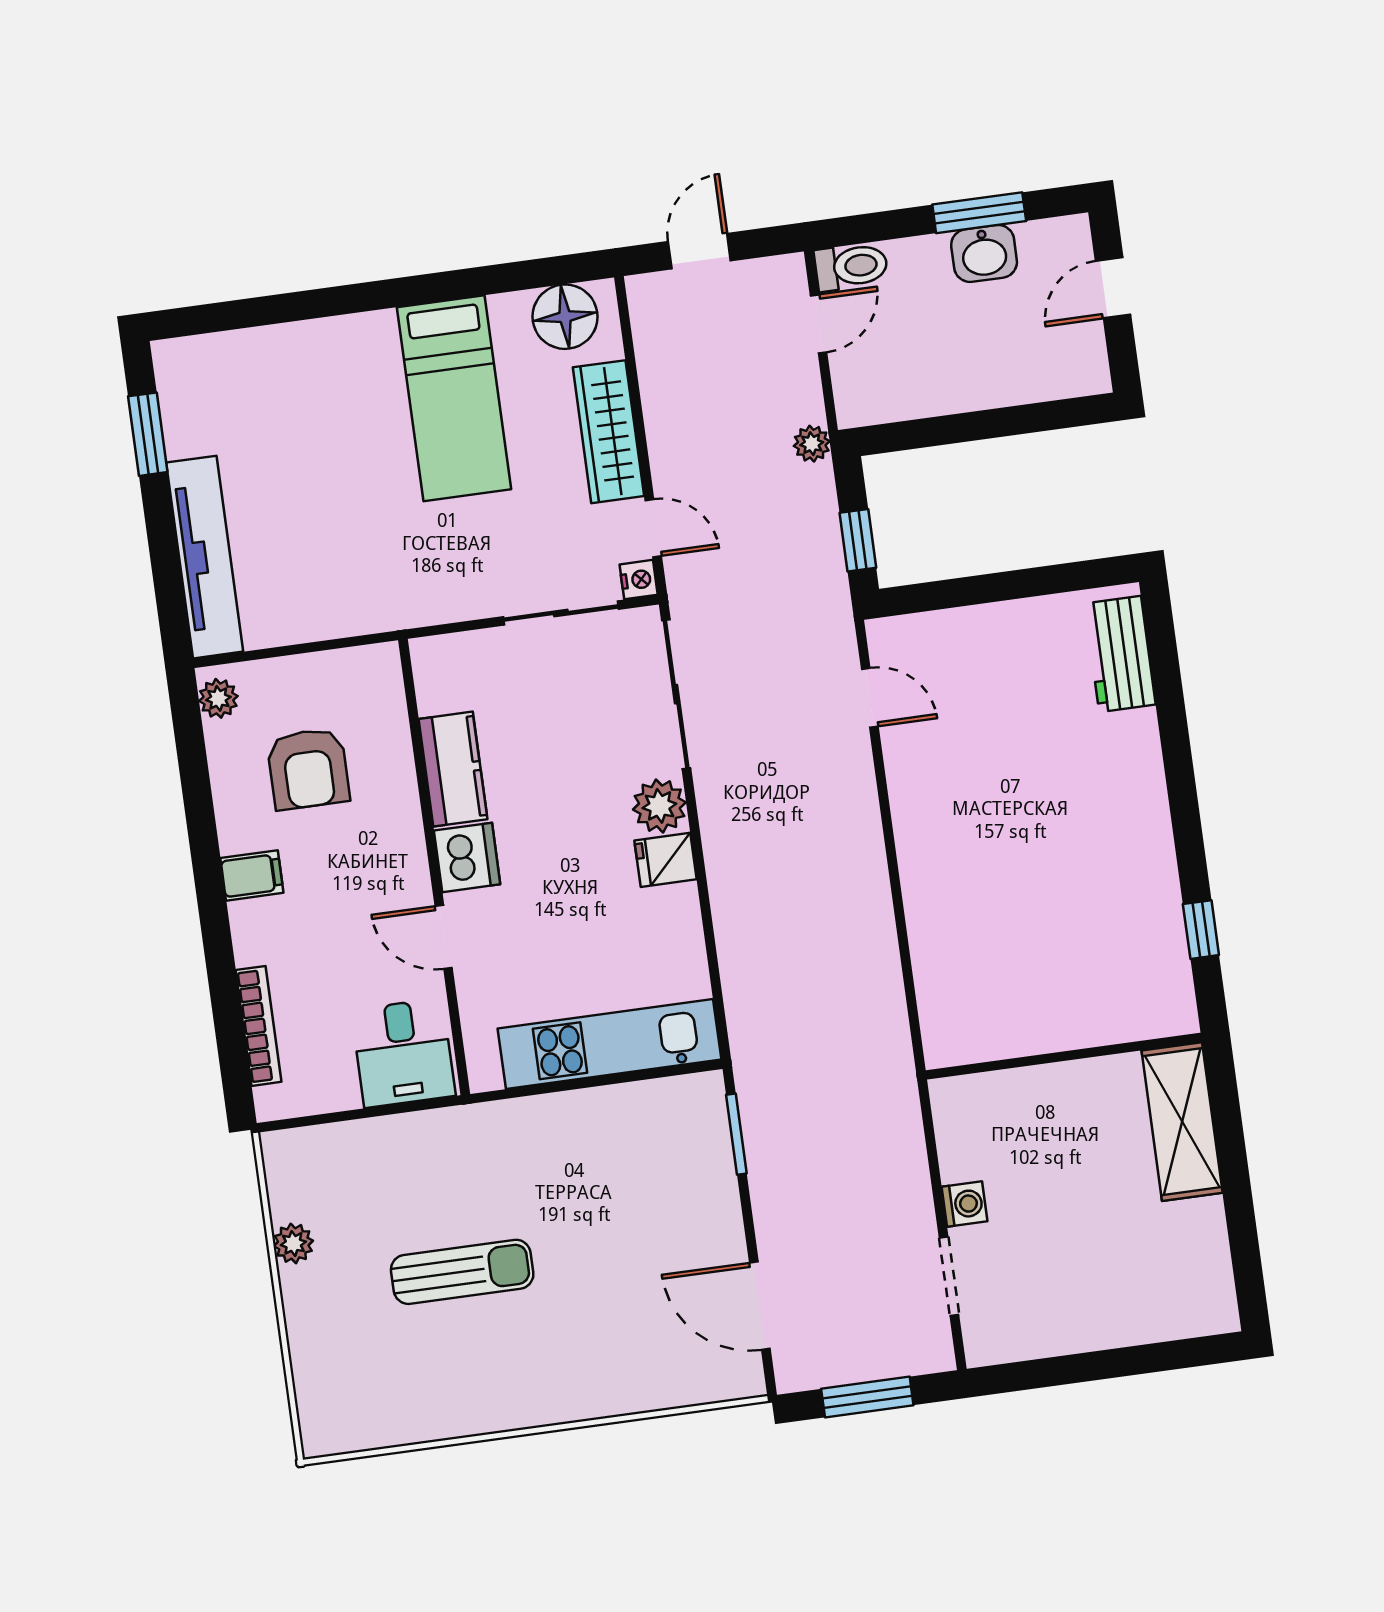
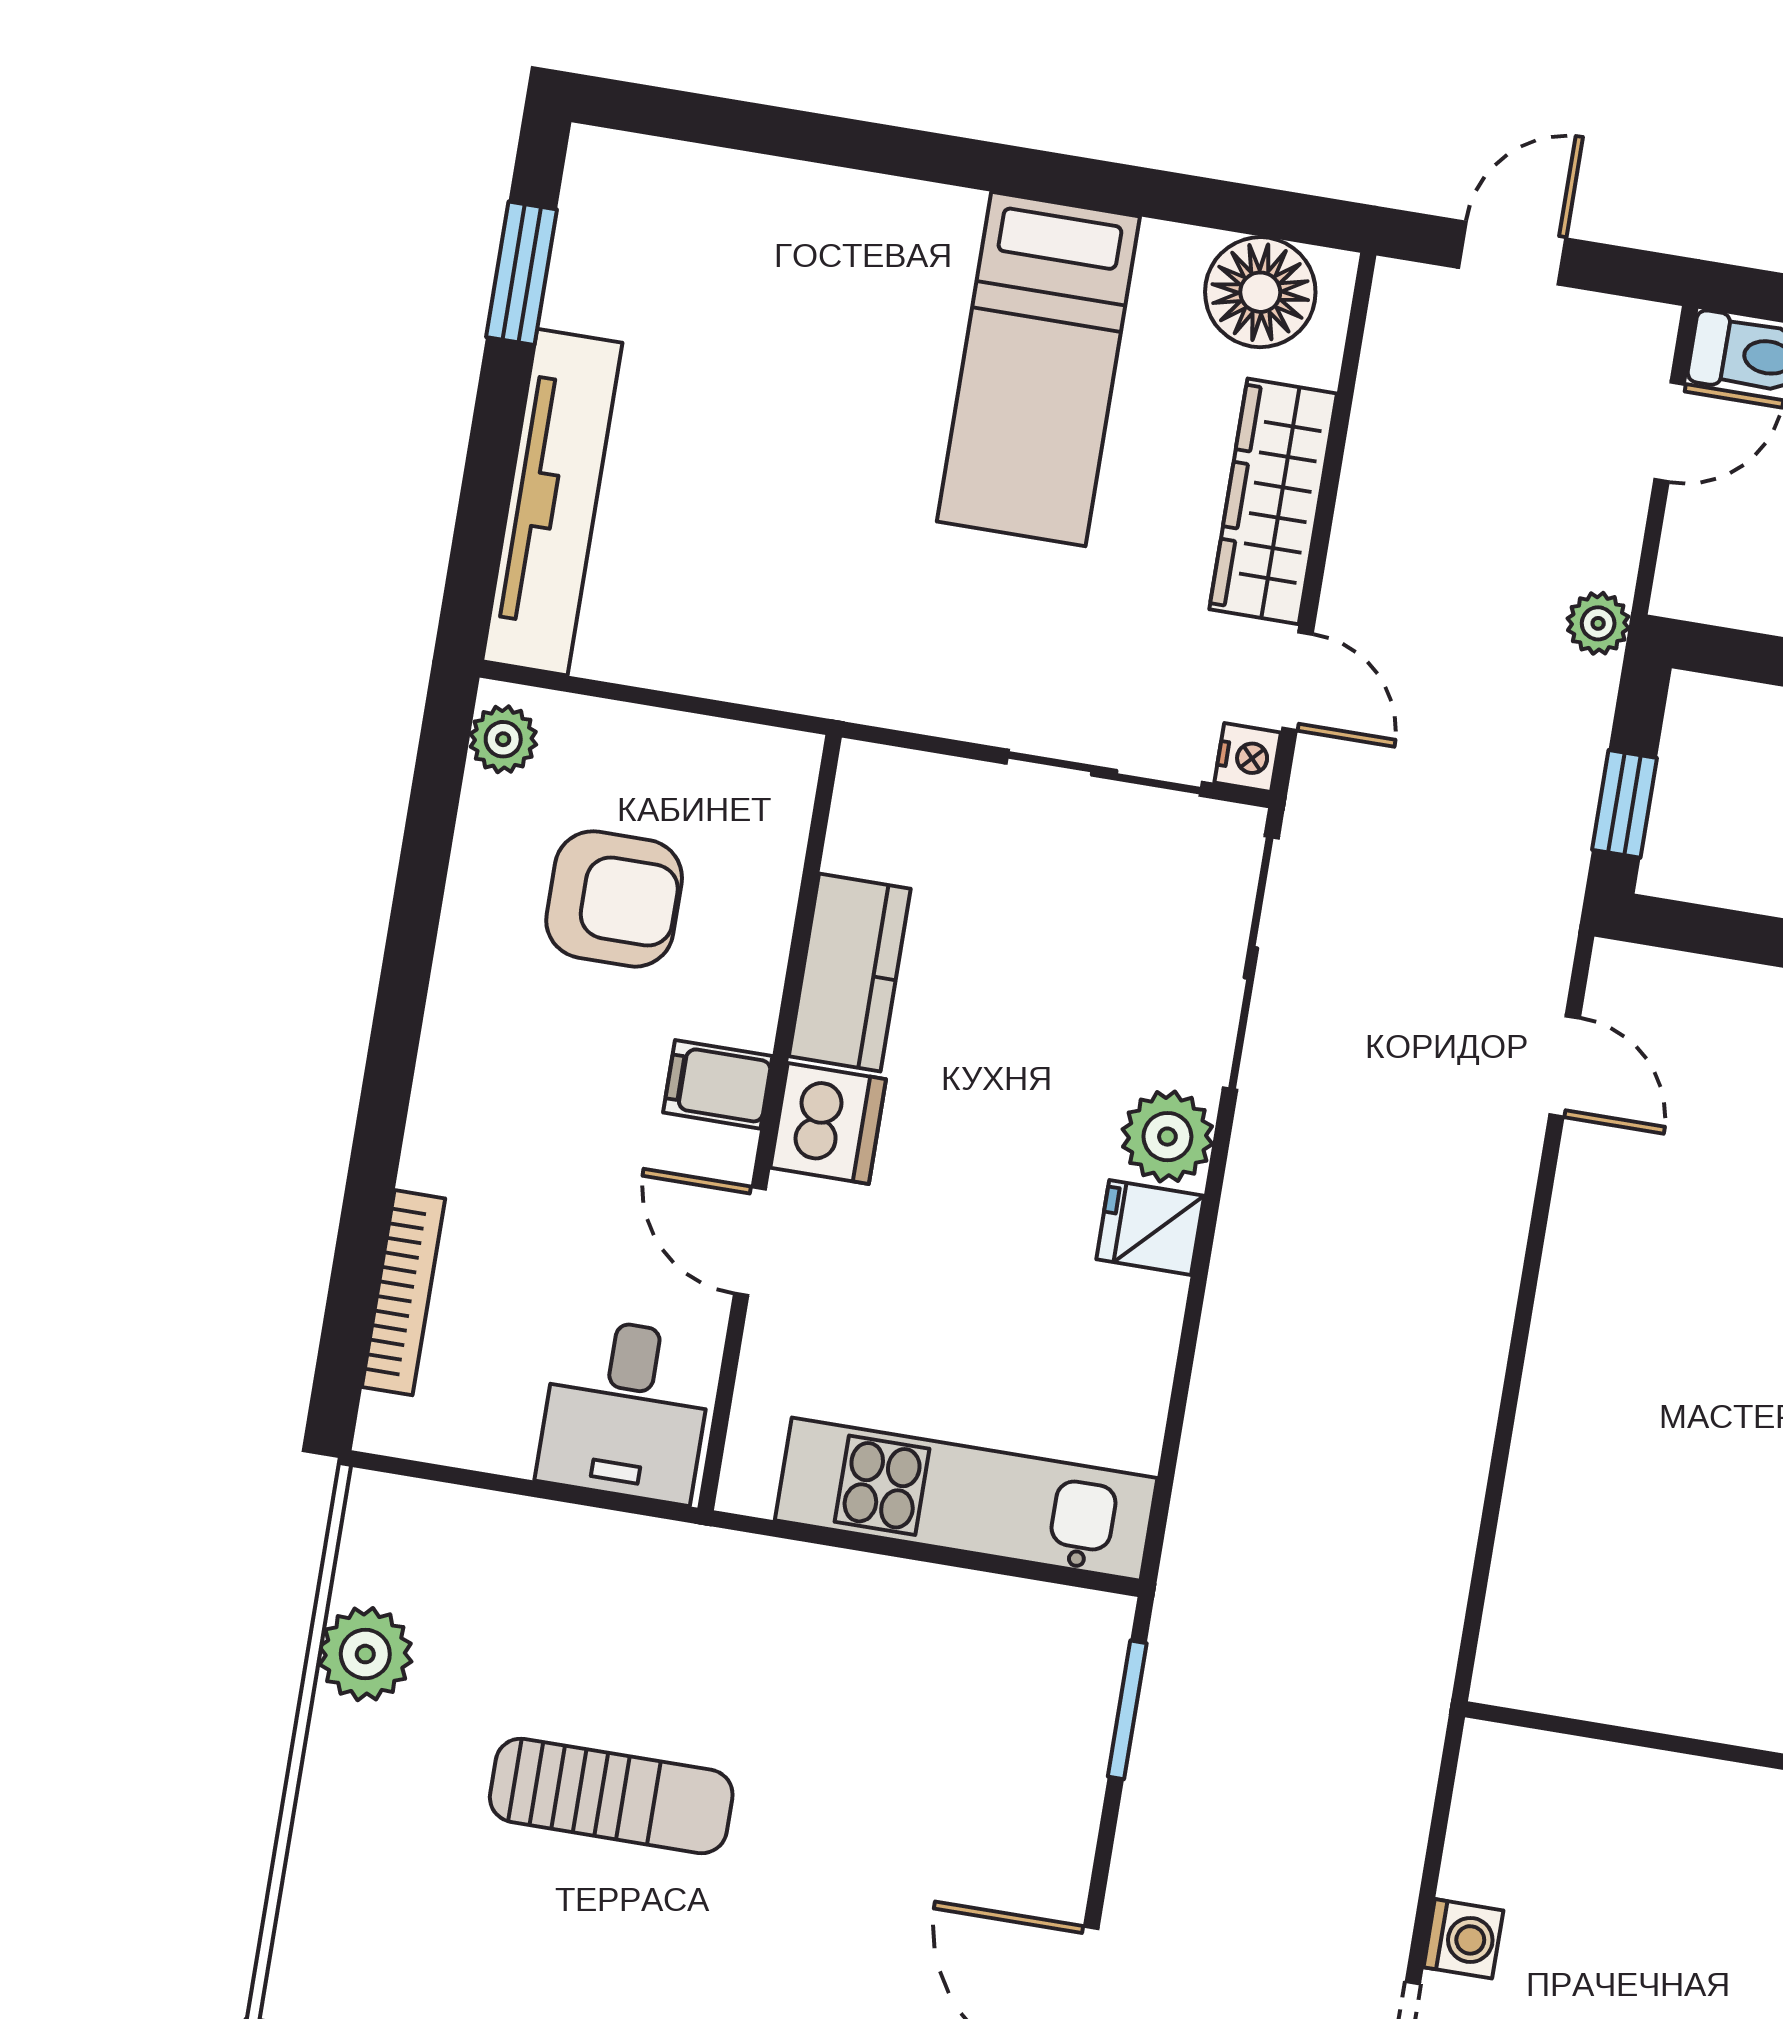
armchair: (308, 769) -> (614, 899), turned -90
filing cabinet: (252, 875) -> (718, 1084), moved, turned 180
plant: (293, 1243) -> (365, 1654), width x1.38, depth x1.38

